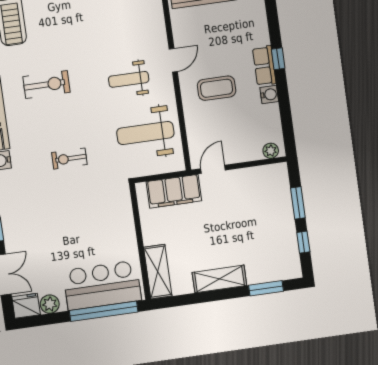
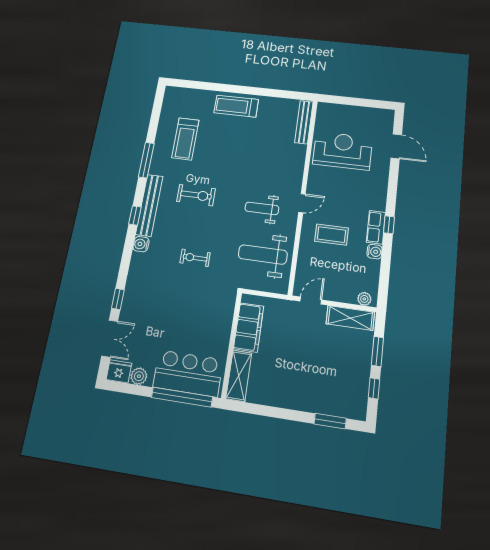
filing cabinet: (174, 191) -> (249, 327), moved, turned -90
shelving: (219, 279) -> (350, 318), moved

